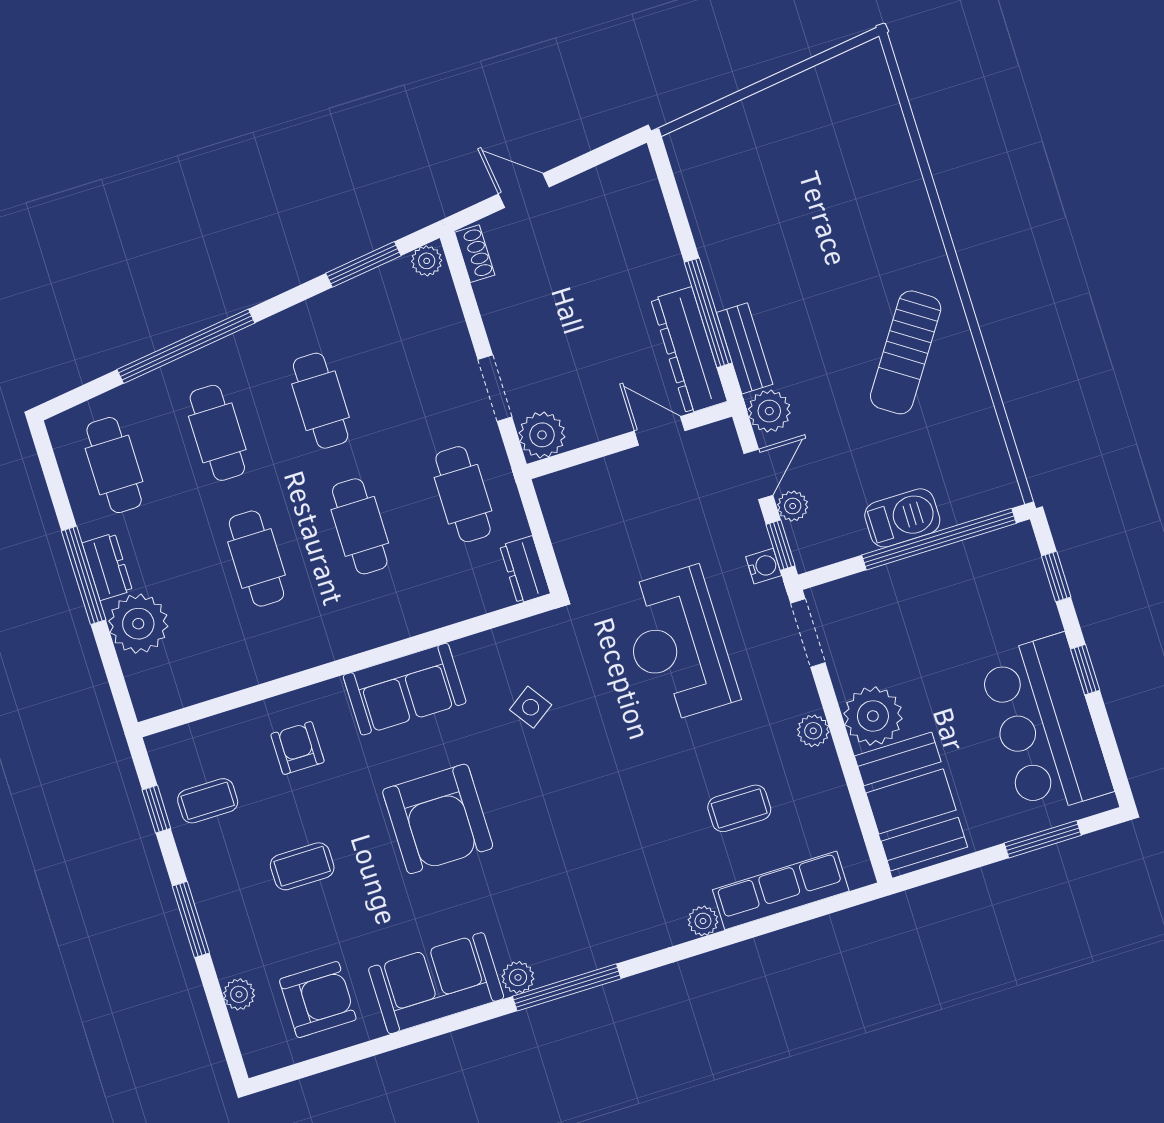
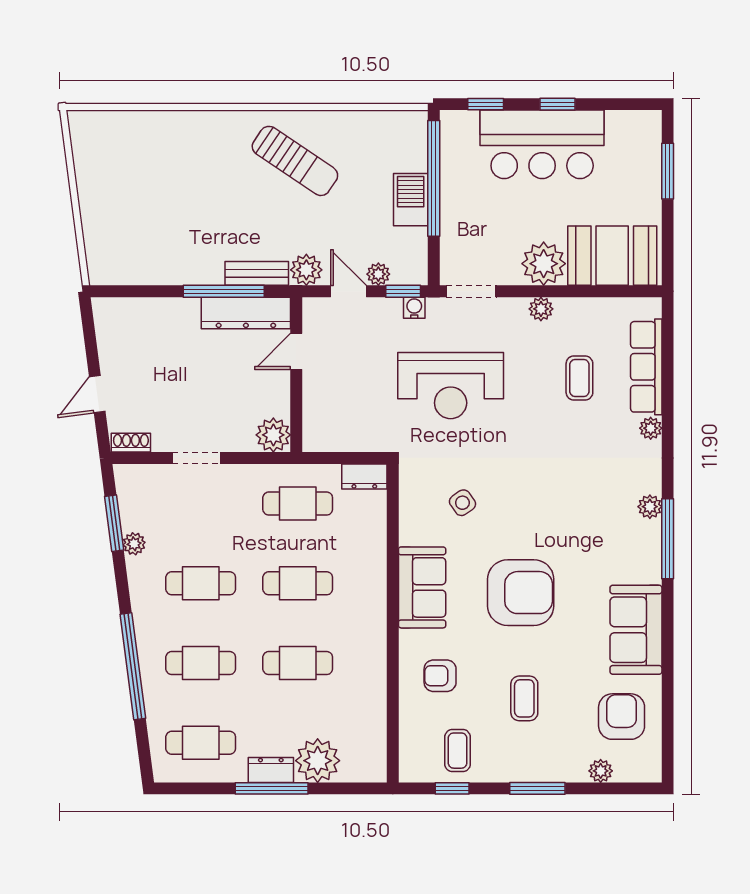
plant: (427, 261) -> (134, 544), moved
doorway: (495, 388) -> (197, 458), moved
bar counter: (1045, 725) -> (542, 144), moved
plant: (518, 977) -> (650, 507), moved

